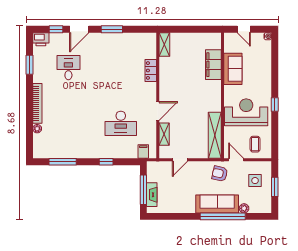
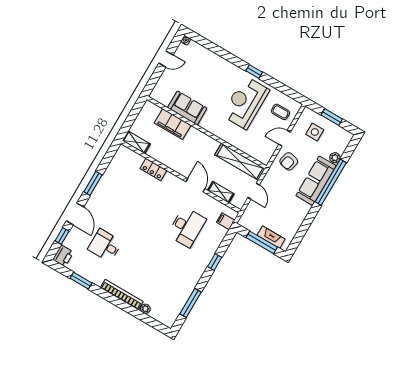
filing cabinet: (213, 65) -> (173, 124), moved
sofa: (233, 69) -> (187, 108), moved
wall: (222, 95) -> (207, 133), moved
shelving: (215, 135) -> (240, 162), moved

